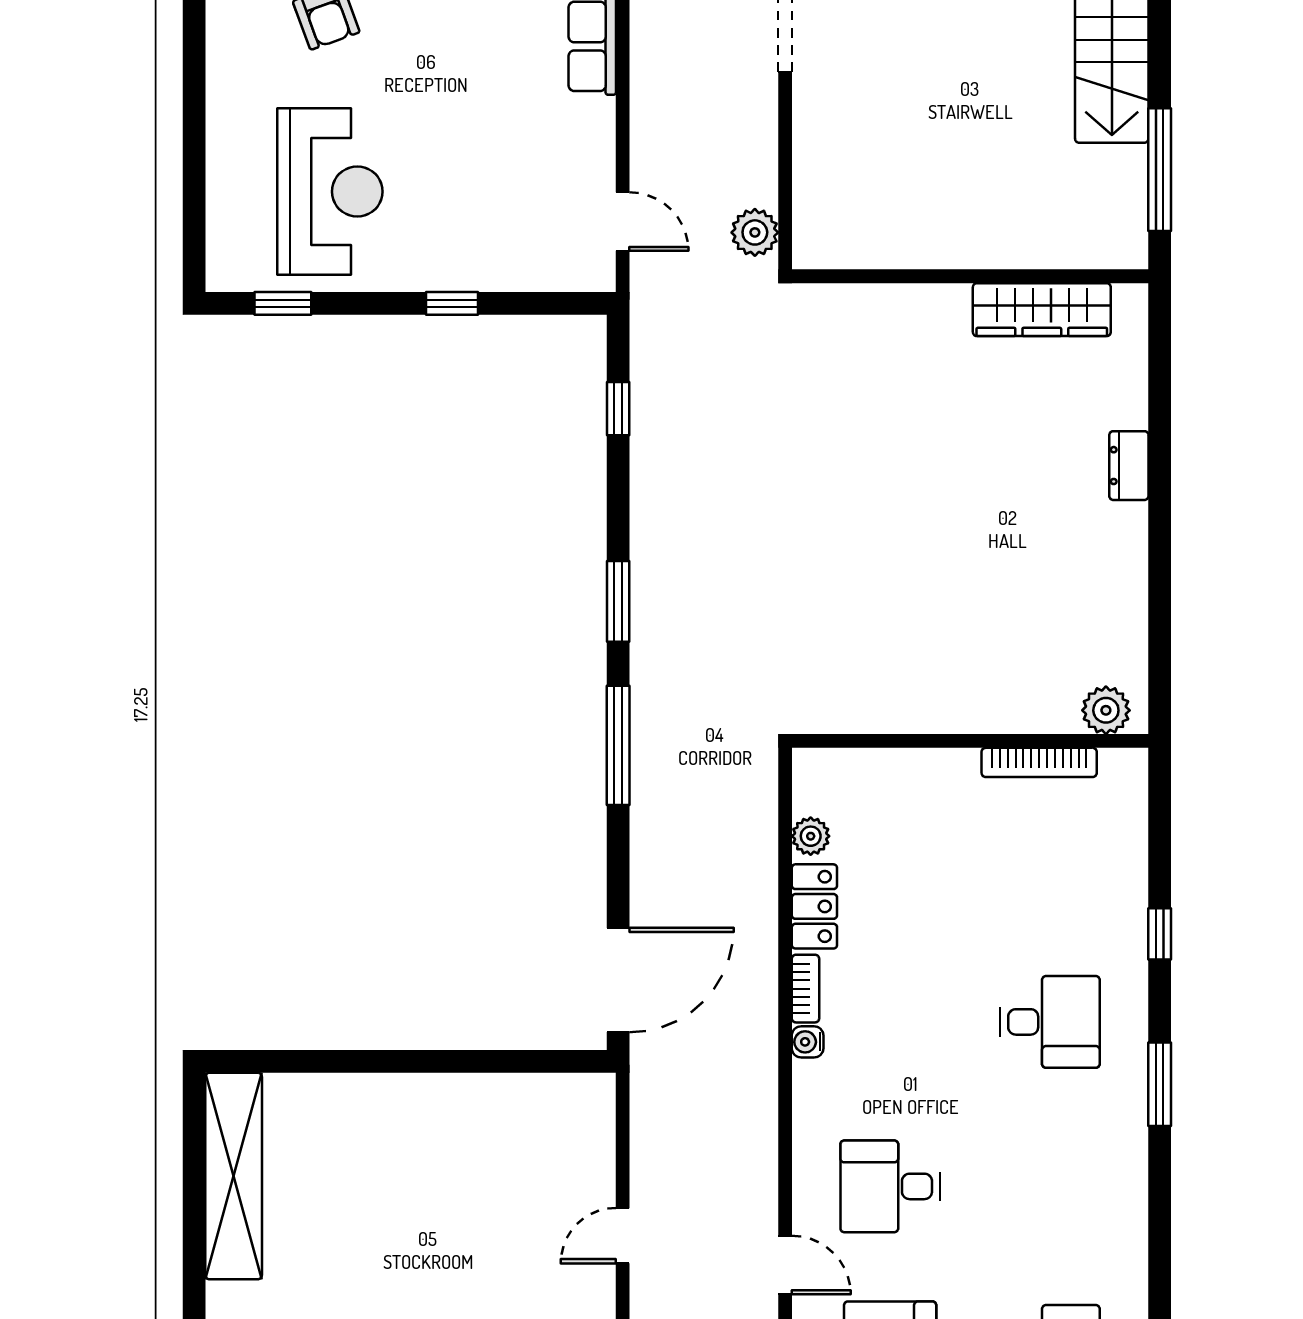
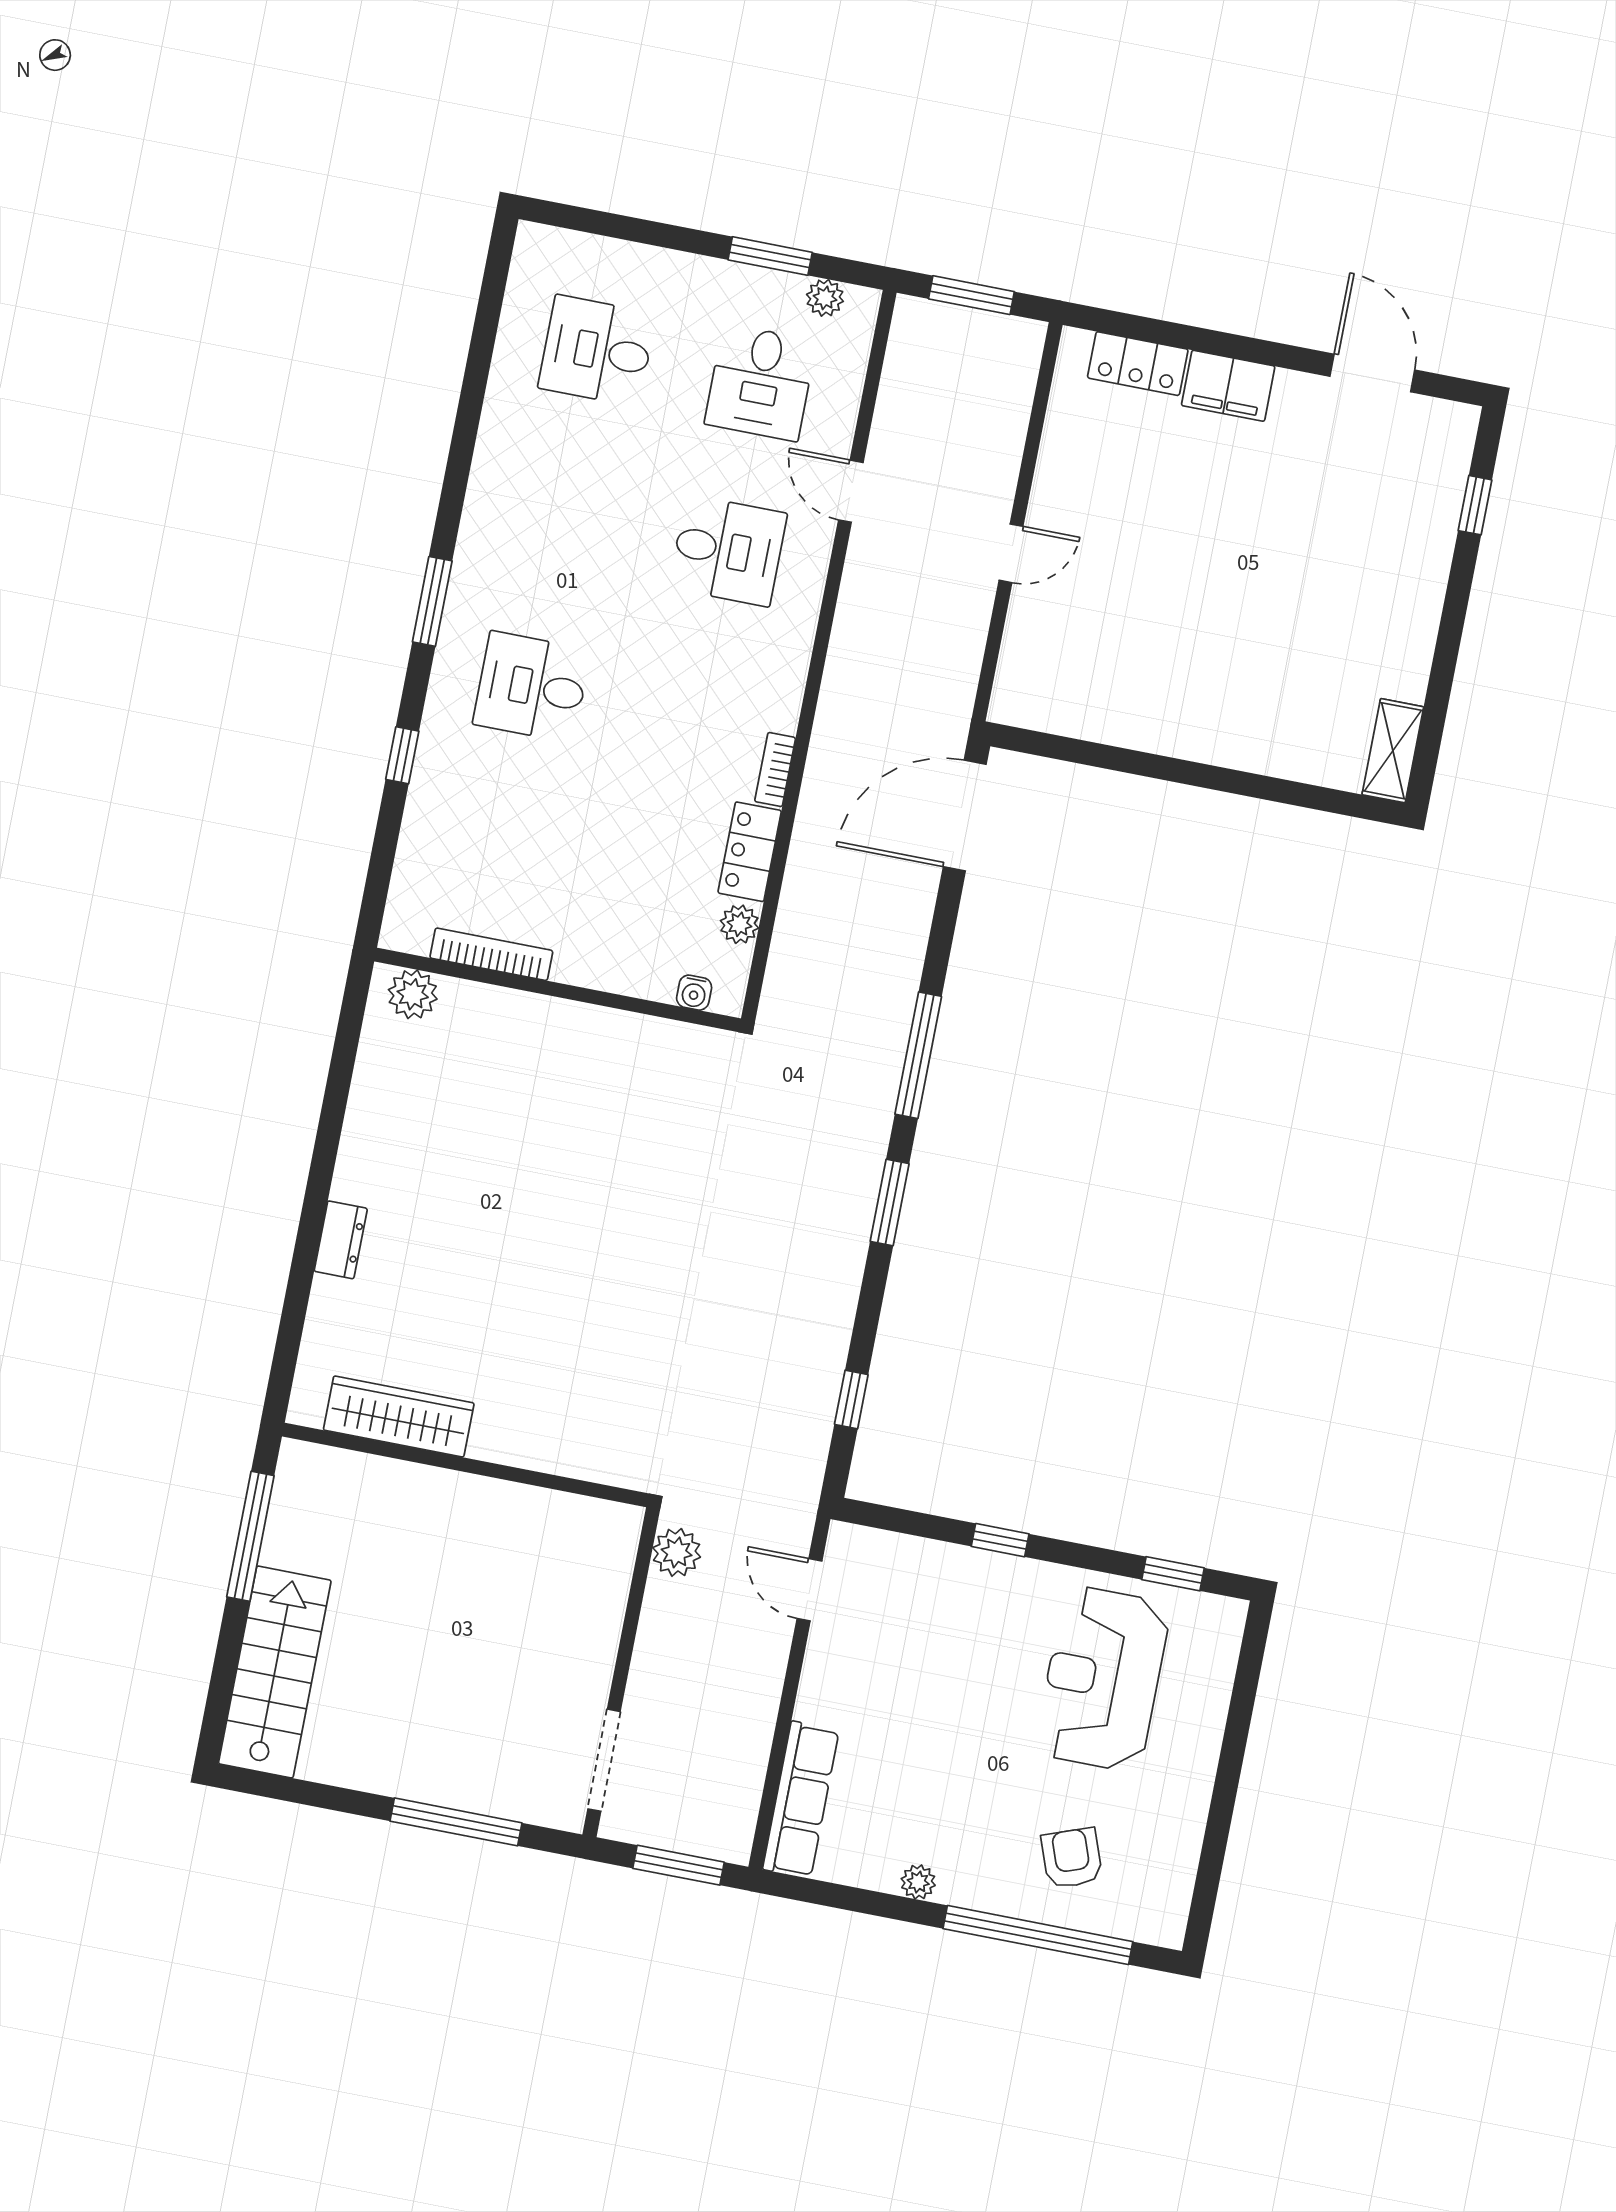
water cooler: (808, 1042) -> (694, 993), moved, turned 90
shelving: (234, 1176) -> (1393, 751), width x0.45, depth x0.75

